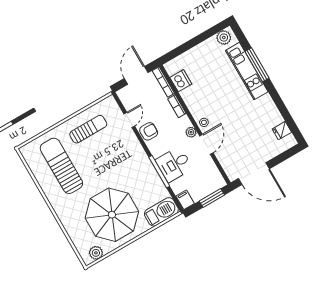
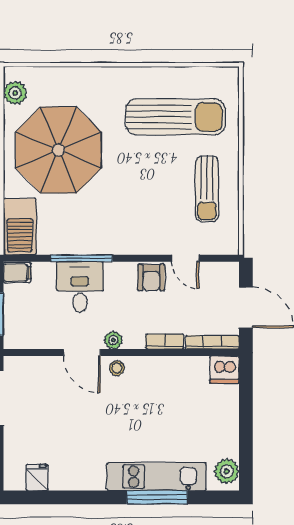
dishwasher: (181, 81) -> (224, 370), moved

